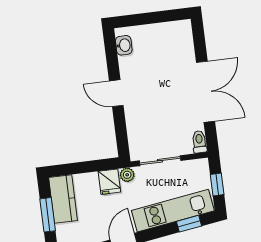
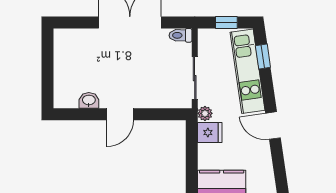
washbasin: (124, 45) -> (89, 100), moved

